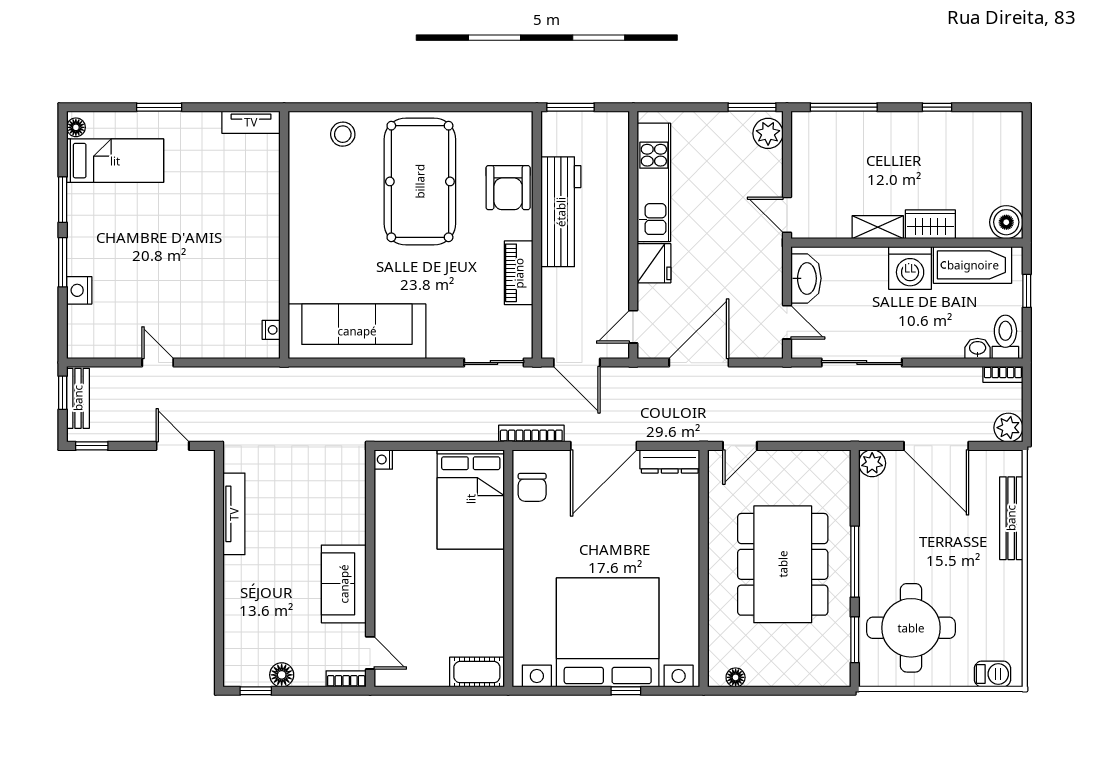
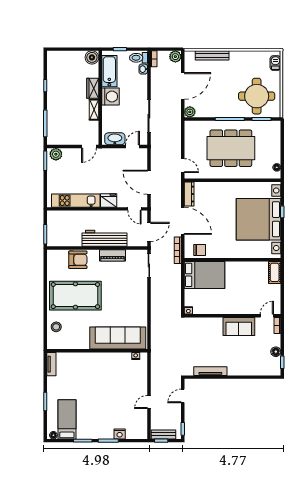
workbench: (561, 212) -> (104, 238), moved
sofa: (357, 331) -> (118, 338), moved, turned 90

